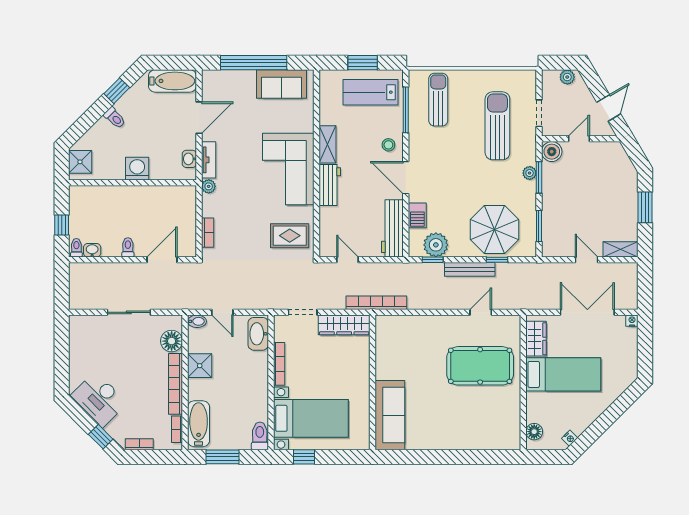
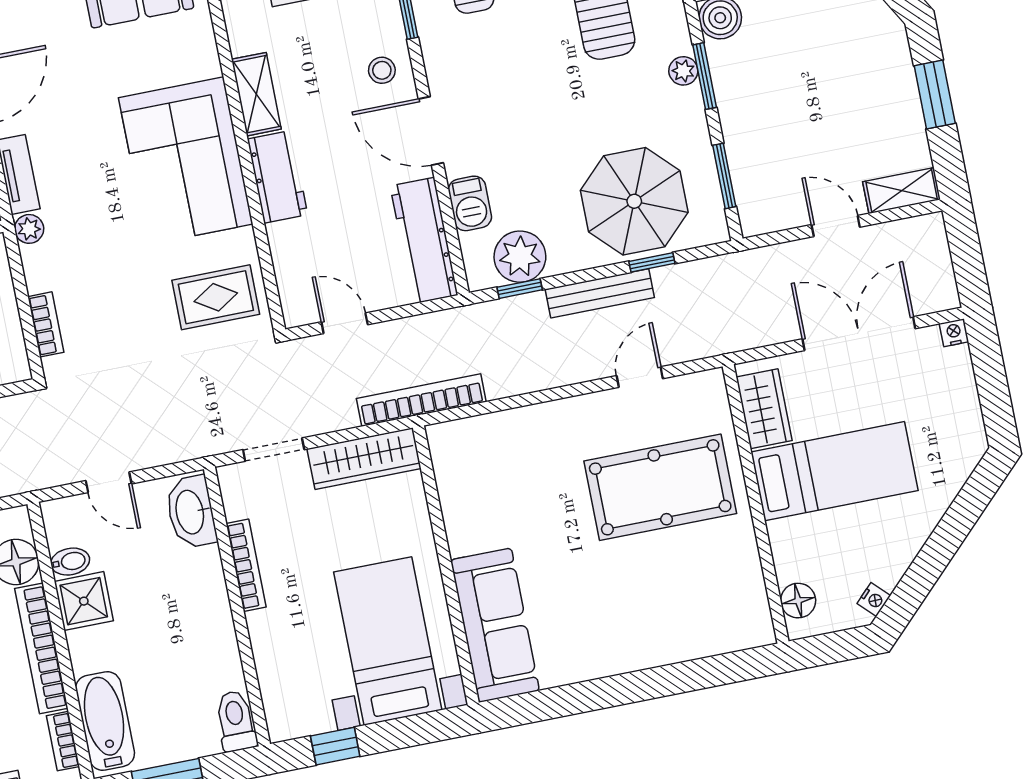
bidet: (197, 321) -> (70, 562), moved
bed with nightstands: (311, 418) -> (388, 641), moved, turned -90

